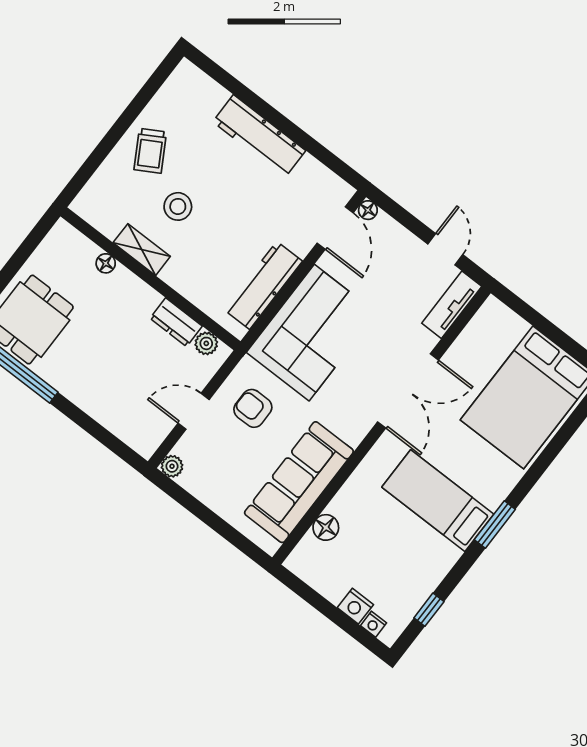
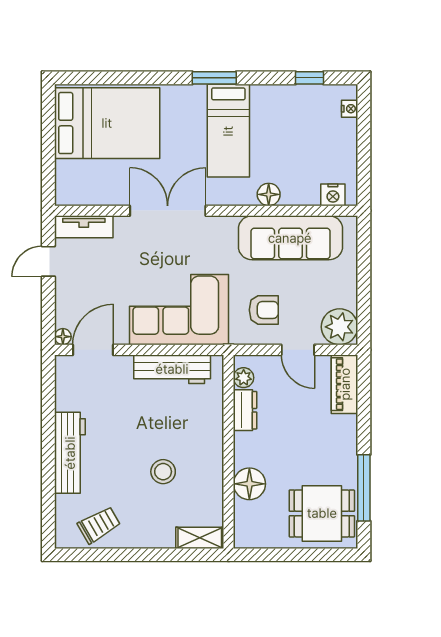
trolley: (150, 151) -> (99, 525), moved
shelving: (142, 250) -> (200, 538), moved, turned 90
floor lamp: (106, 263) -> (249, 484), width x1.89, depth x1.89
armchair: (253, 408) -> (264, 310), turned -90
piano: (131, 429) -> (345, 384), added
plant: (172, 466) -> (340, 327), width x1.87, depth x1.87
floor lamp: (326, 527) -> (269, 194), moved
nightstand: (355, 606) -> (333, 195), moved, turned 90

